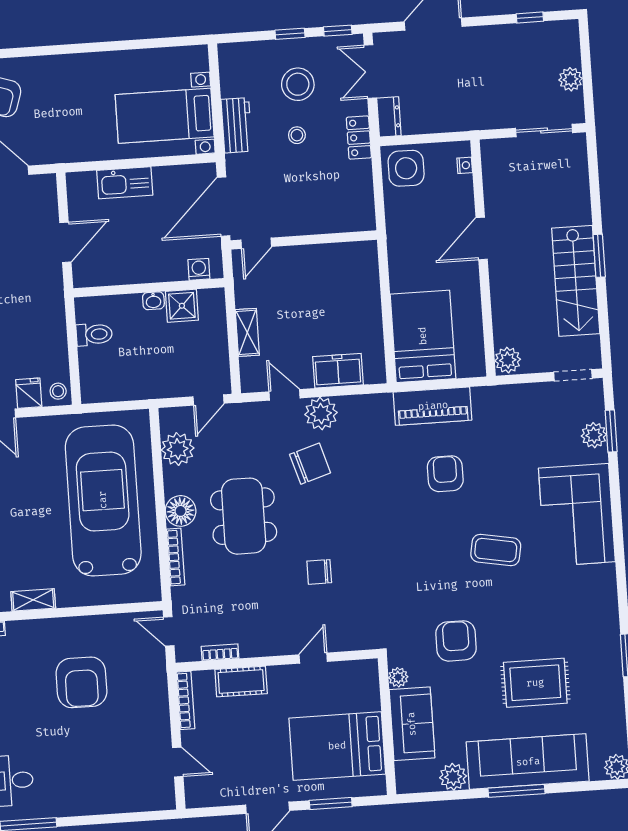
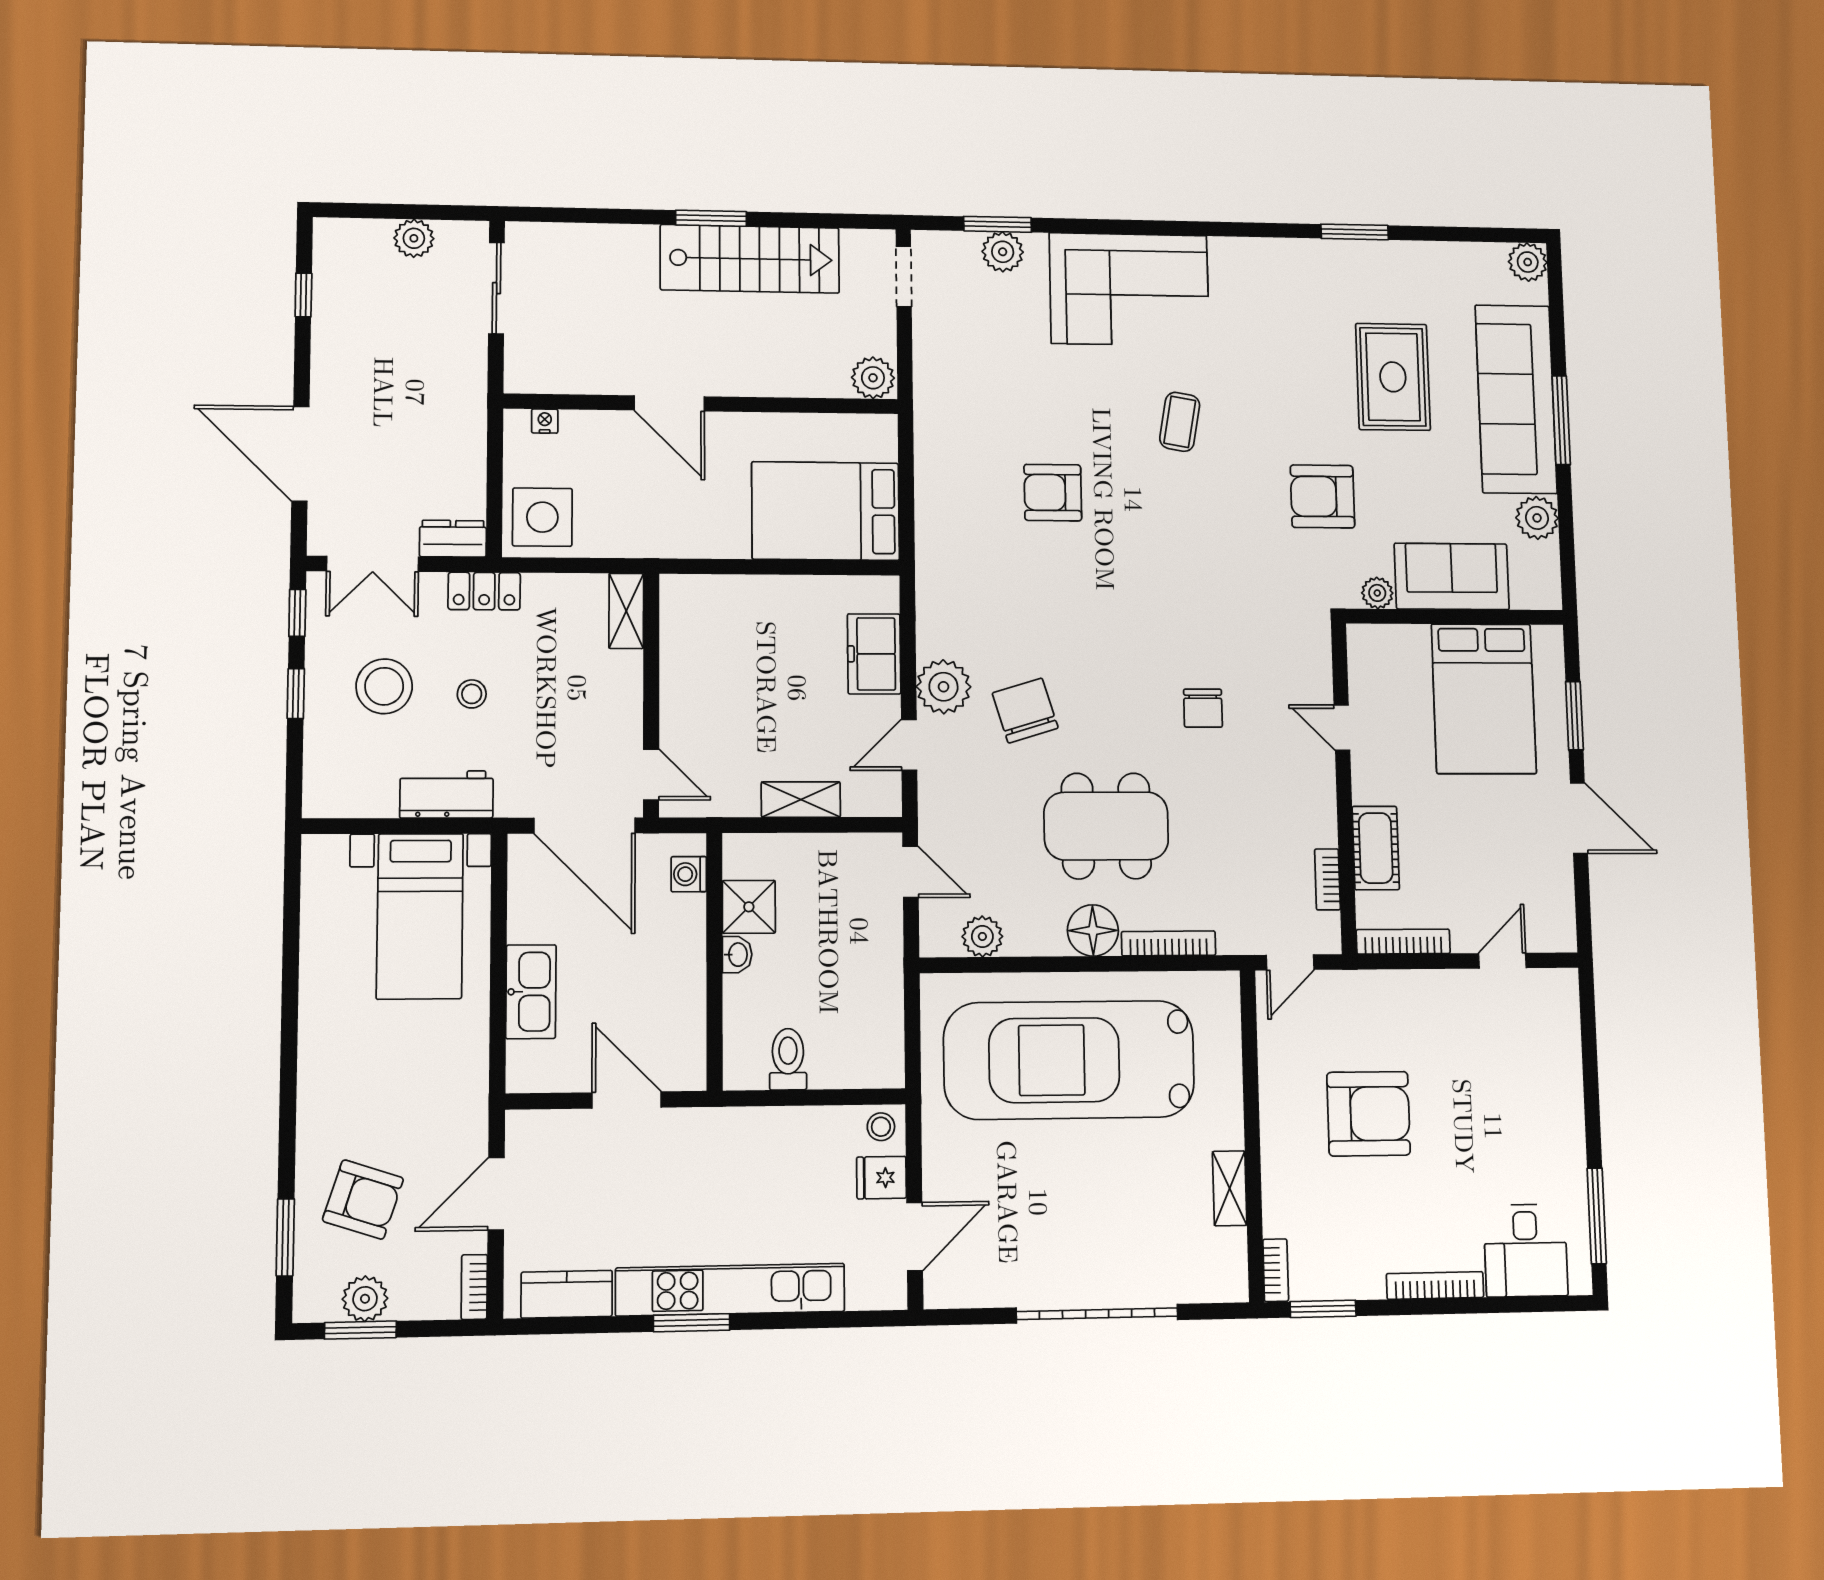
shelving: (353, 222) -> (626, 611), added
piano: (433, 406) -> (941, 504), removed
plant: (178, 449) -> (982, 936), width x0.73, depth x0.73
coffee table: (496, 550) -> (1180, 422), width x0.73, depth x0.77

